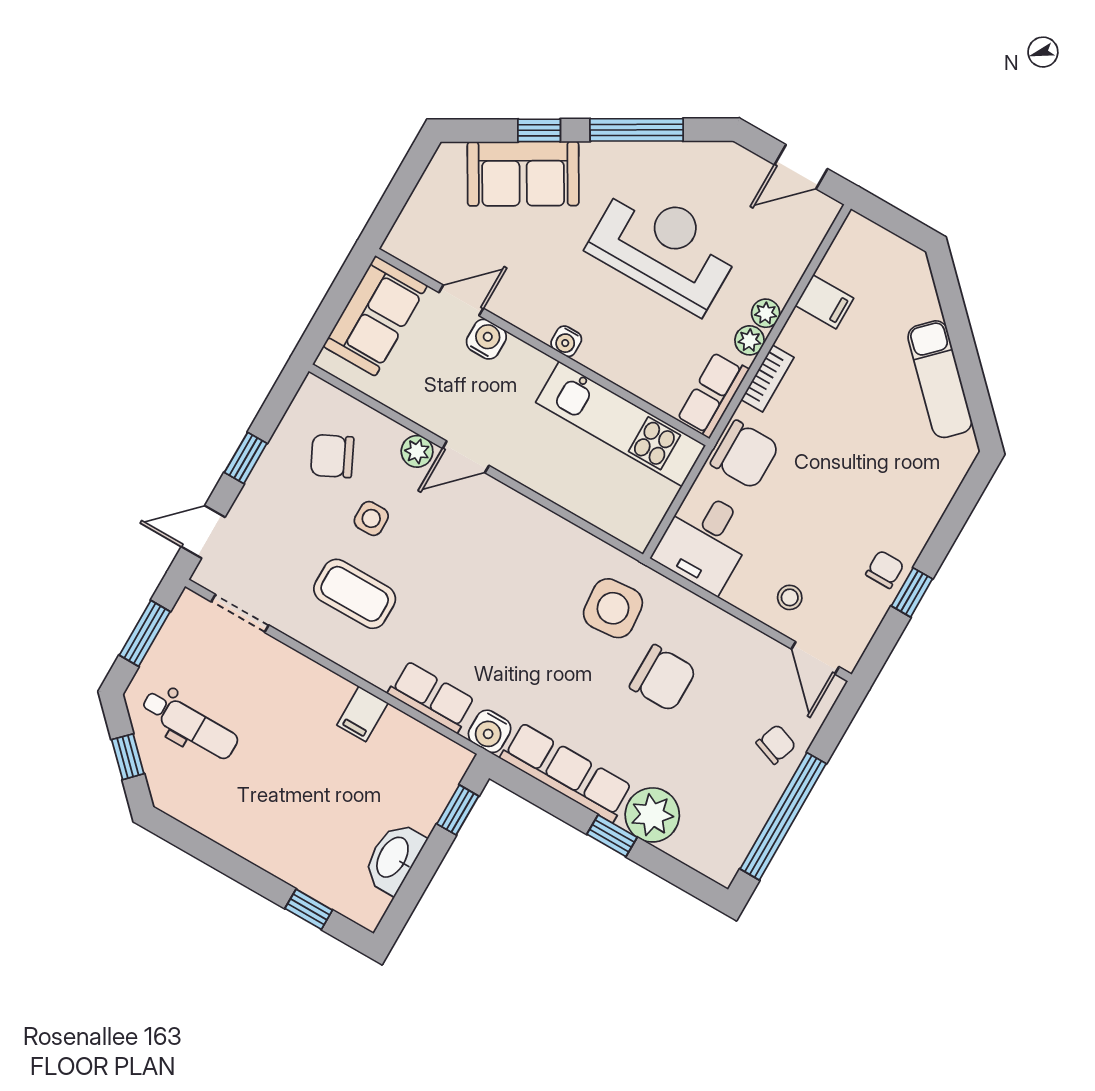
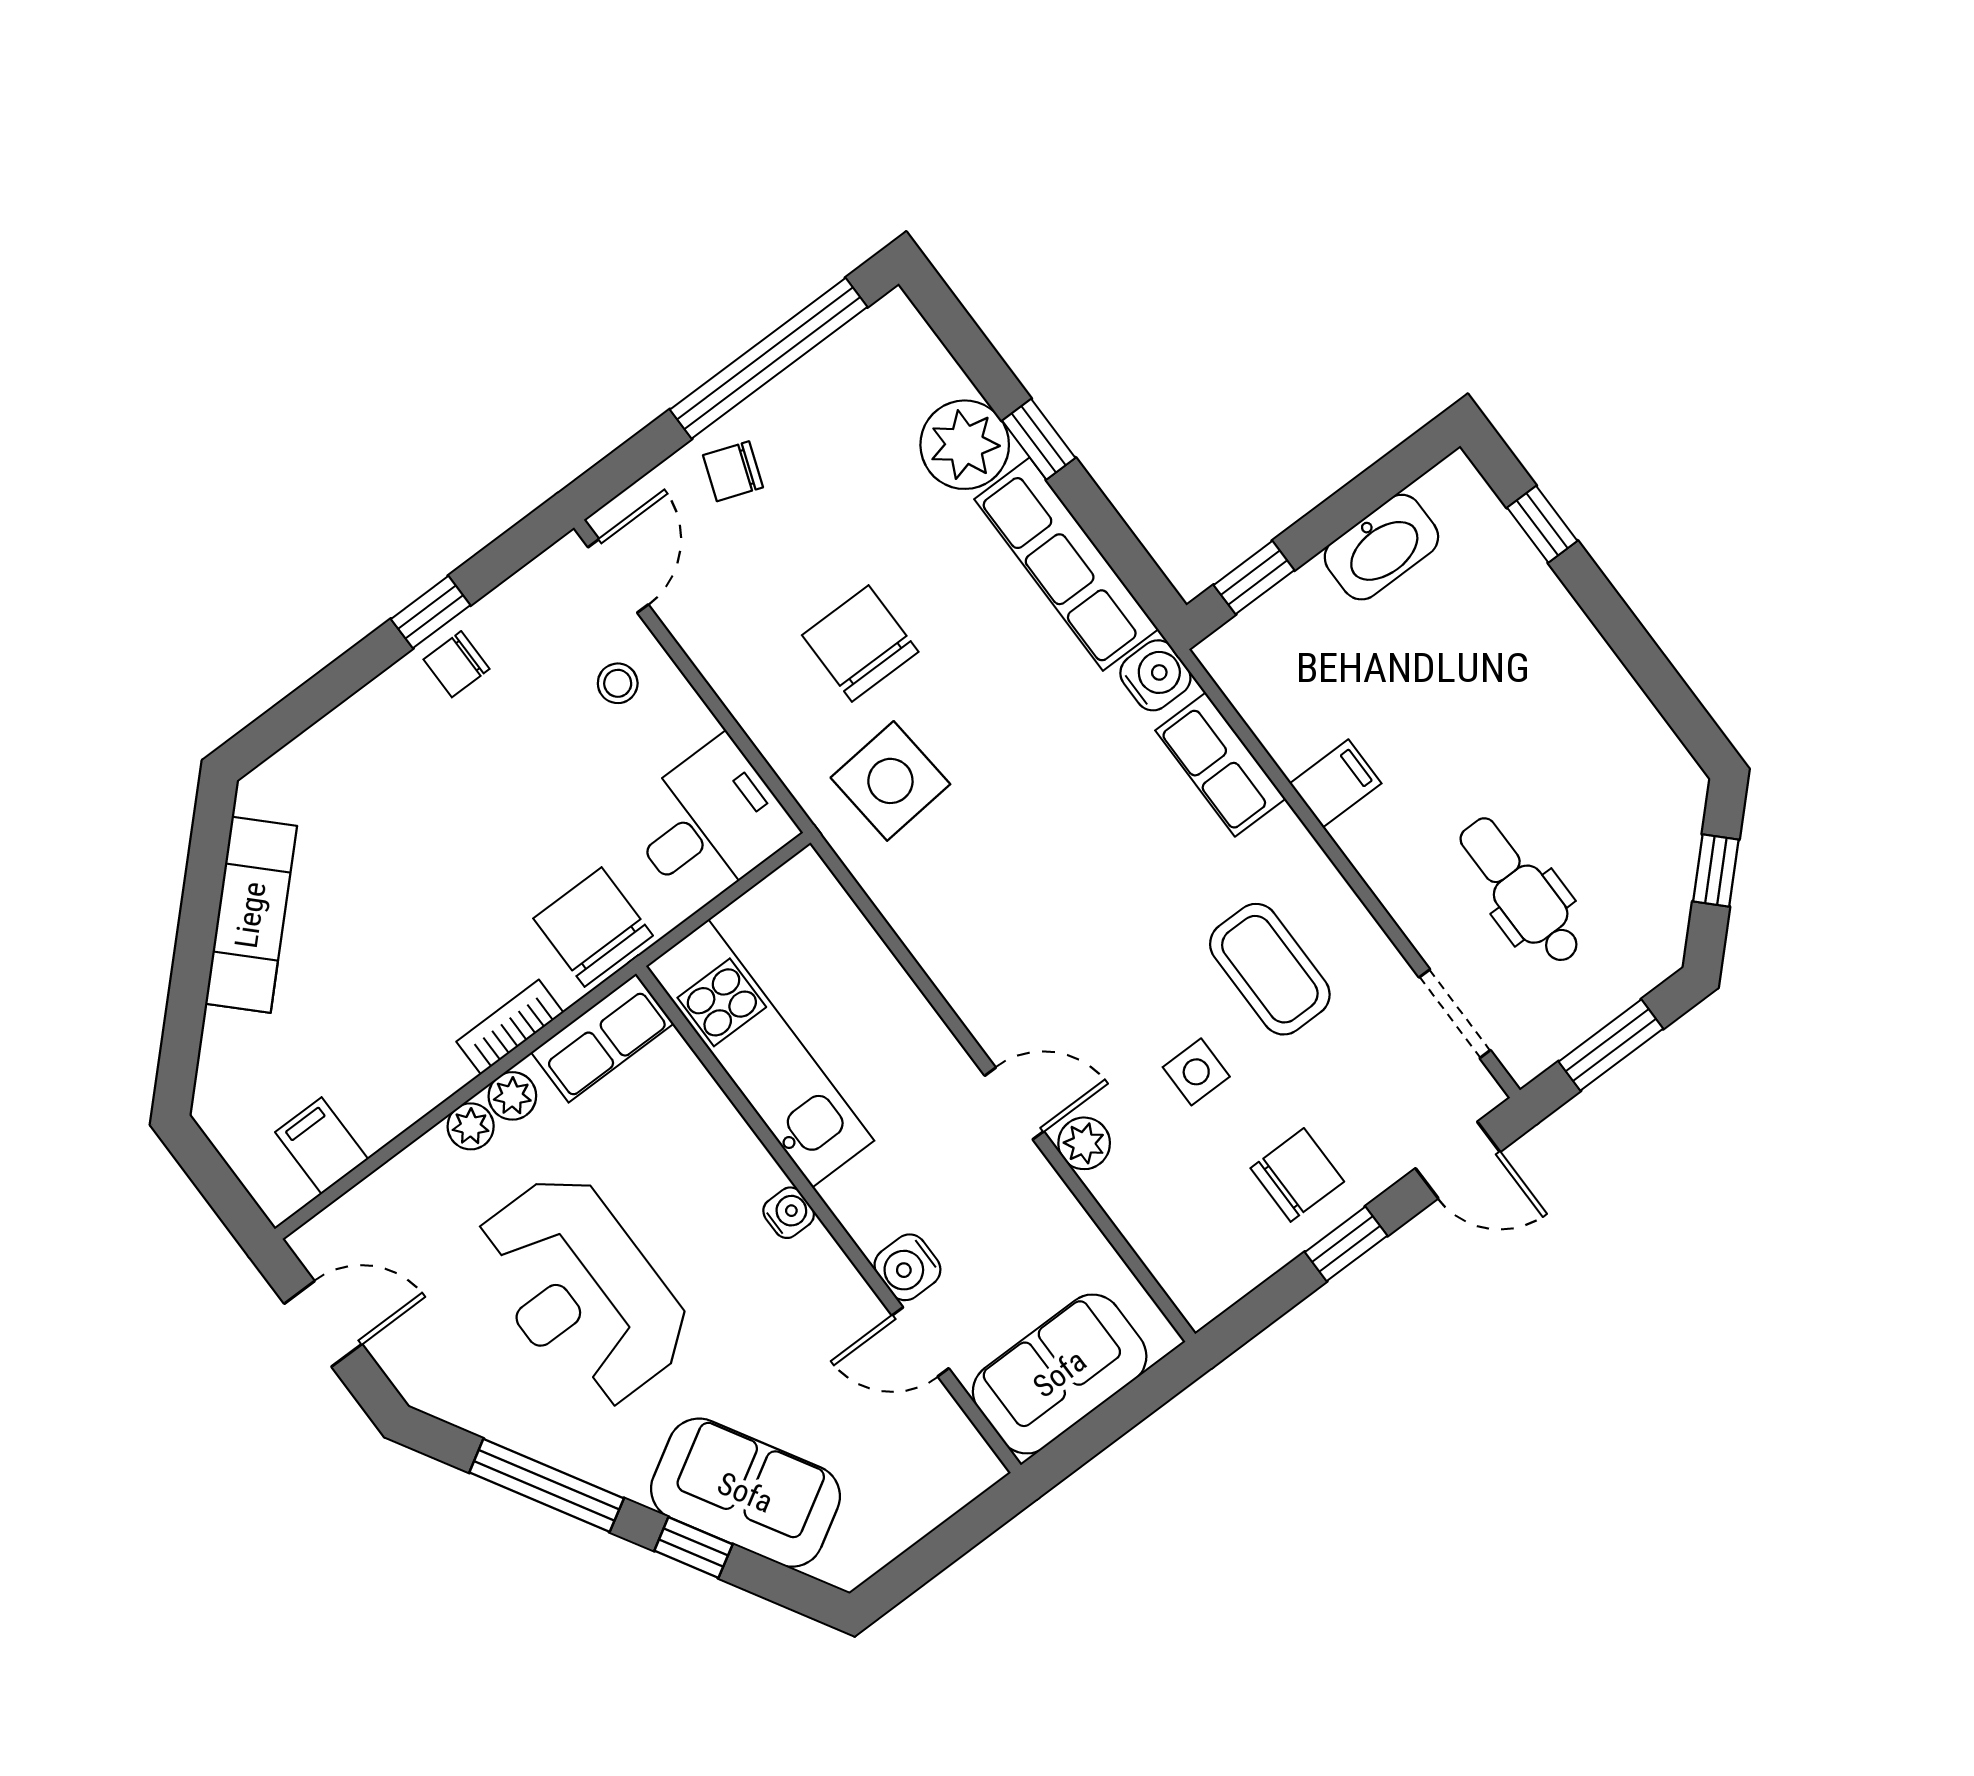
filing cabinet: (824, 302) -> (322, 1146), moved
chair: (332, 456) -> (1297, 1175), moved, turned -64
dental chair: (190, 724) -> (1521, 891), moved

